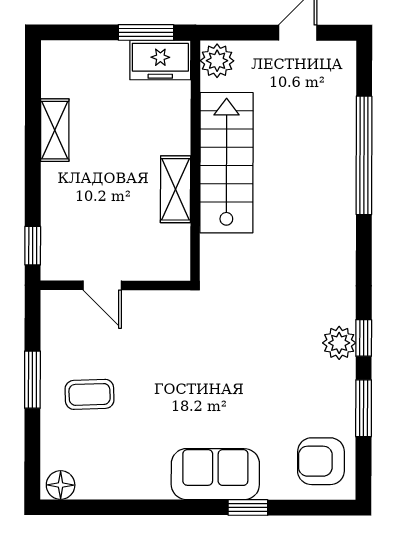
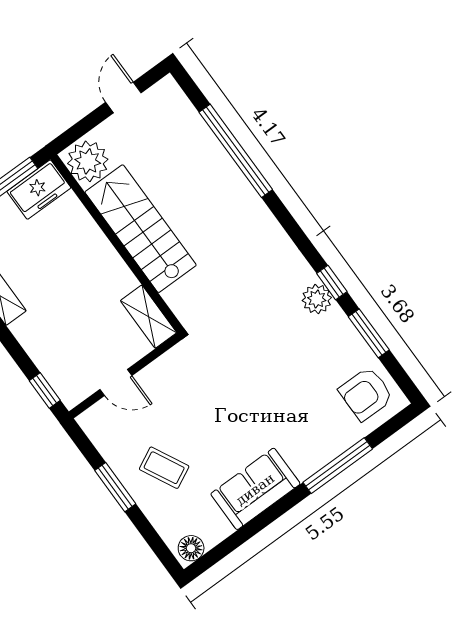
plant: (217, 61) -> (88, 161), width x1.36, depth x1.36
shelving: (176, 189) -> (149, 317), moved
coffee table: (90, 394) -> (164, 468), turned 65
sofa: (215, 474) -> (255, 489), moved
window: (248, 507) -> (338, 466), width x2.17

